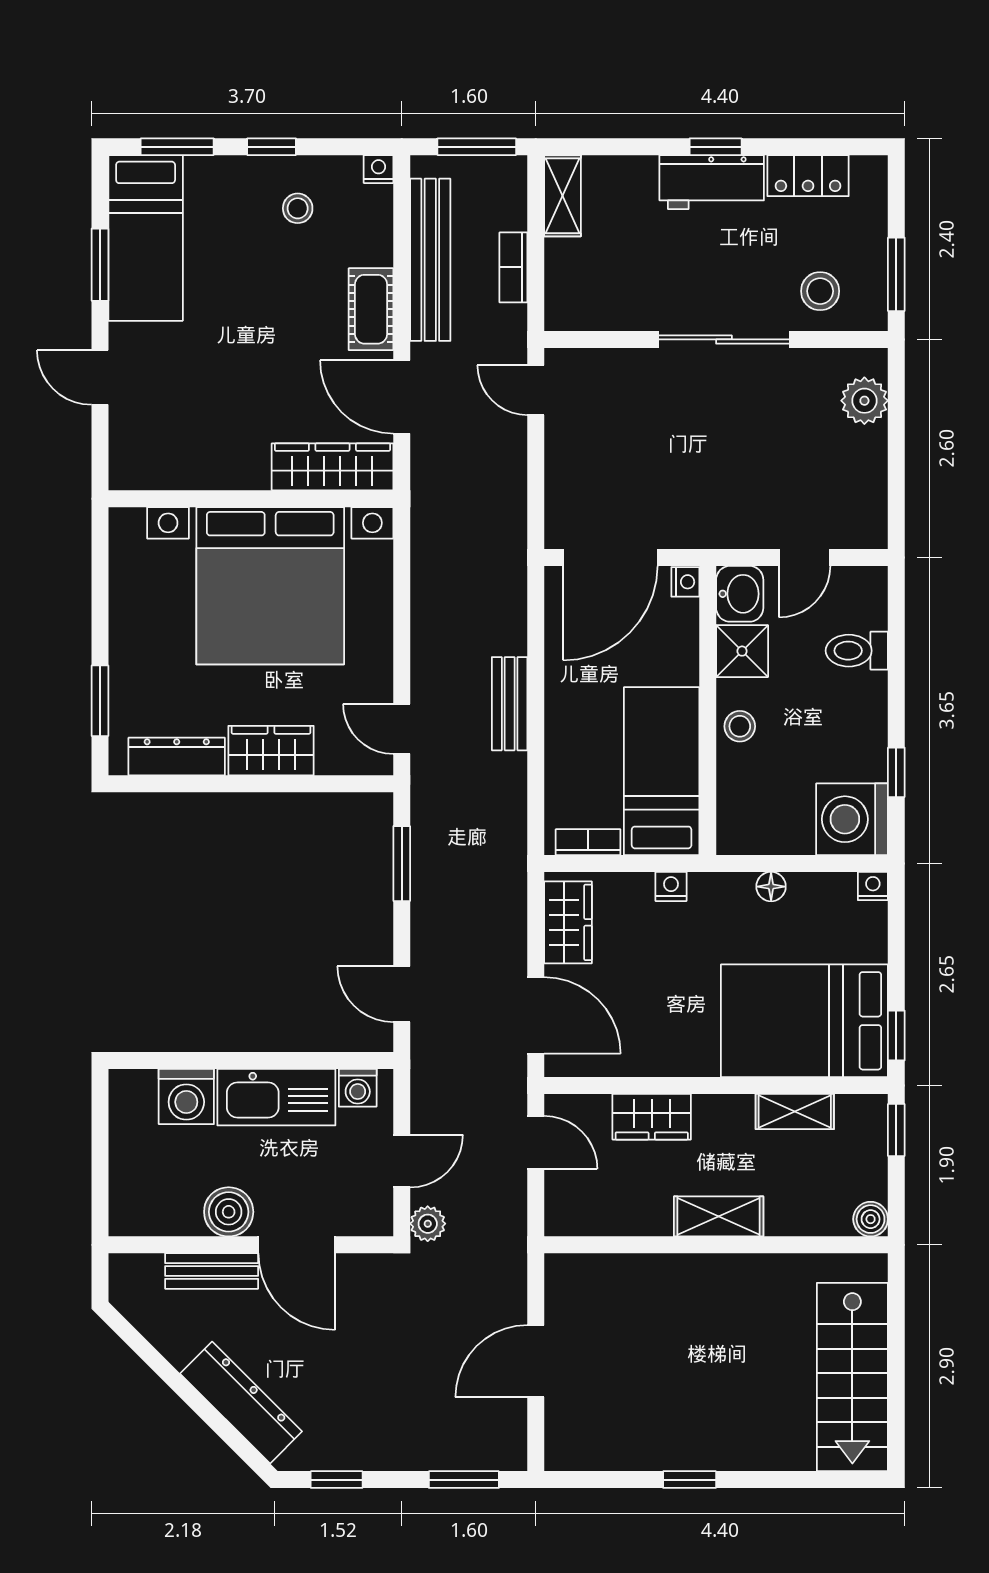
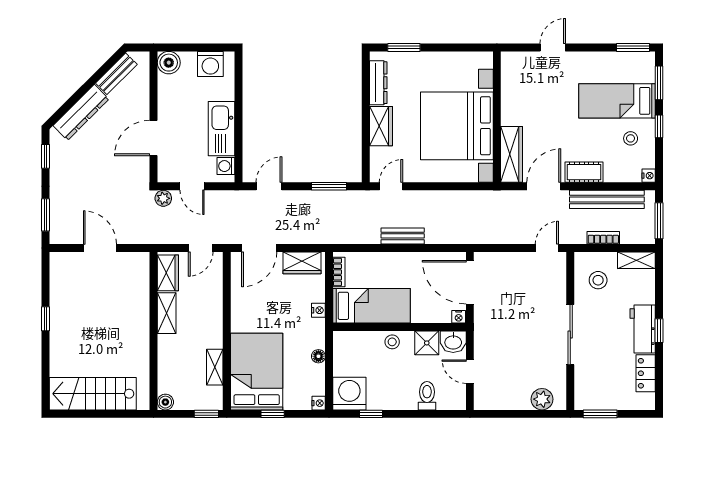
bed: (146, 238) -> (617, 101), moved
window: (100, 265) -> (633, 47), moved
stool: (820, 291) -> (598, 280), moved
window: (896, 1035) -> (273, 414), moved
washing machine: (186, 1096) -> (210, 64), moved, turned -90
wardrobe: (652, 1117) -> (168, 273), moved, turned 180
boiler: (229, 1212) -> (169, 63), moved
shelving: (719, 1216) -> (167, 313), moved
bench: (212, 1271) -> (116, 74), moved, turned 45

